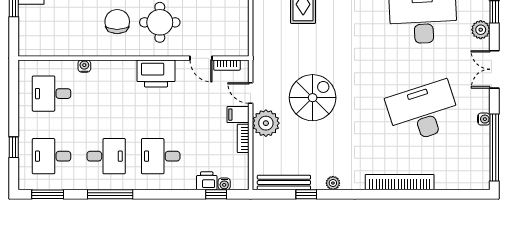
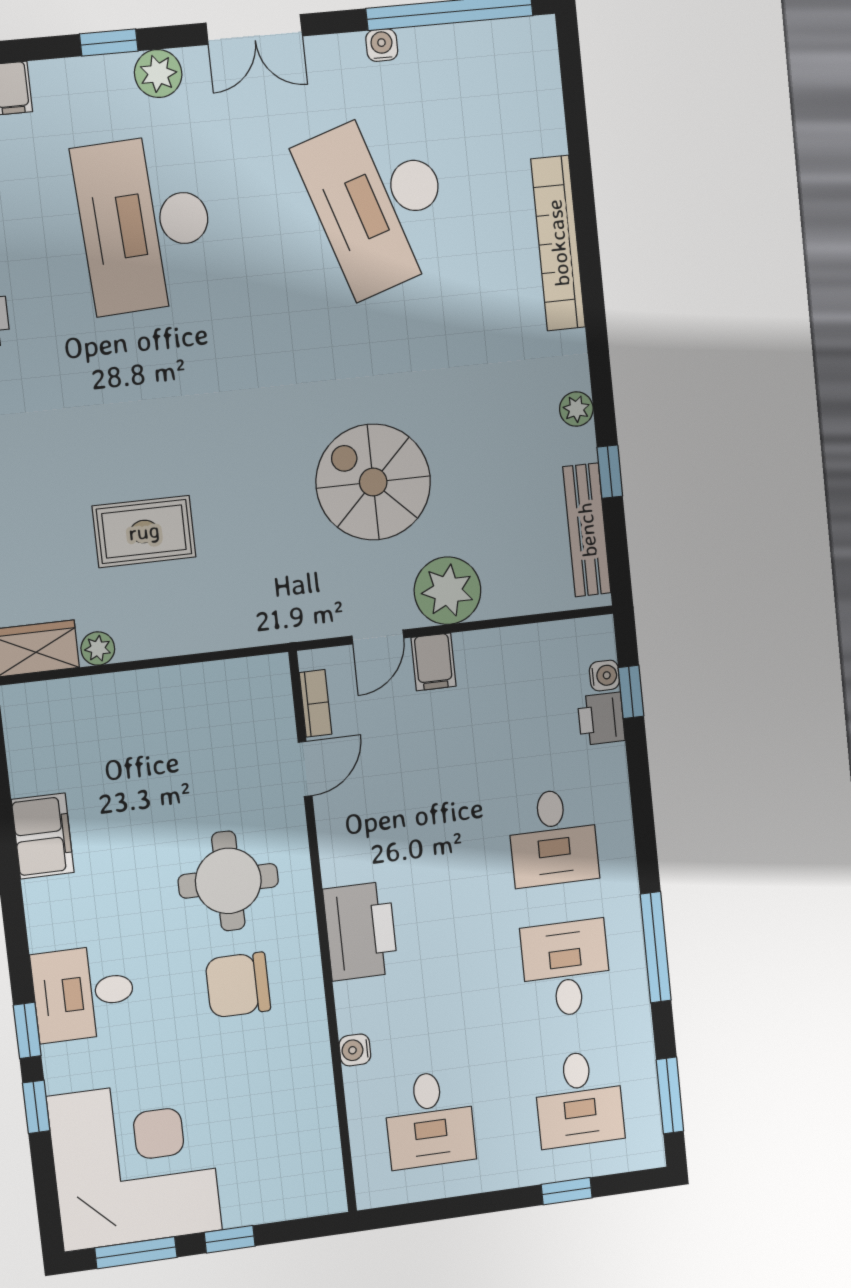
printer: (156, 73) -> (360, 931), moved
bookcase: (243, 138) -> (490, 642), removed

